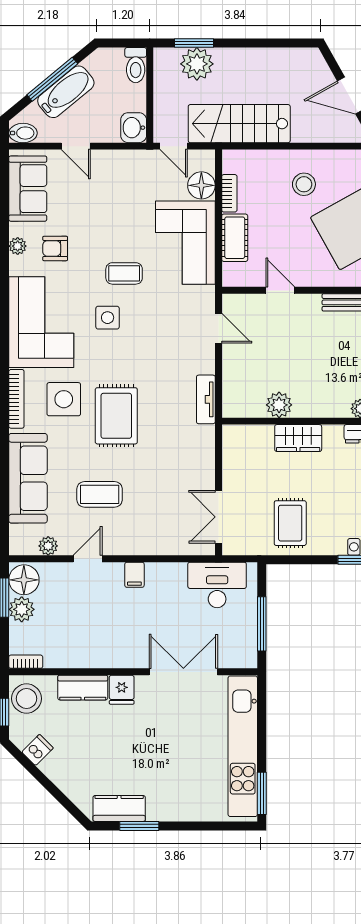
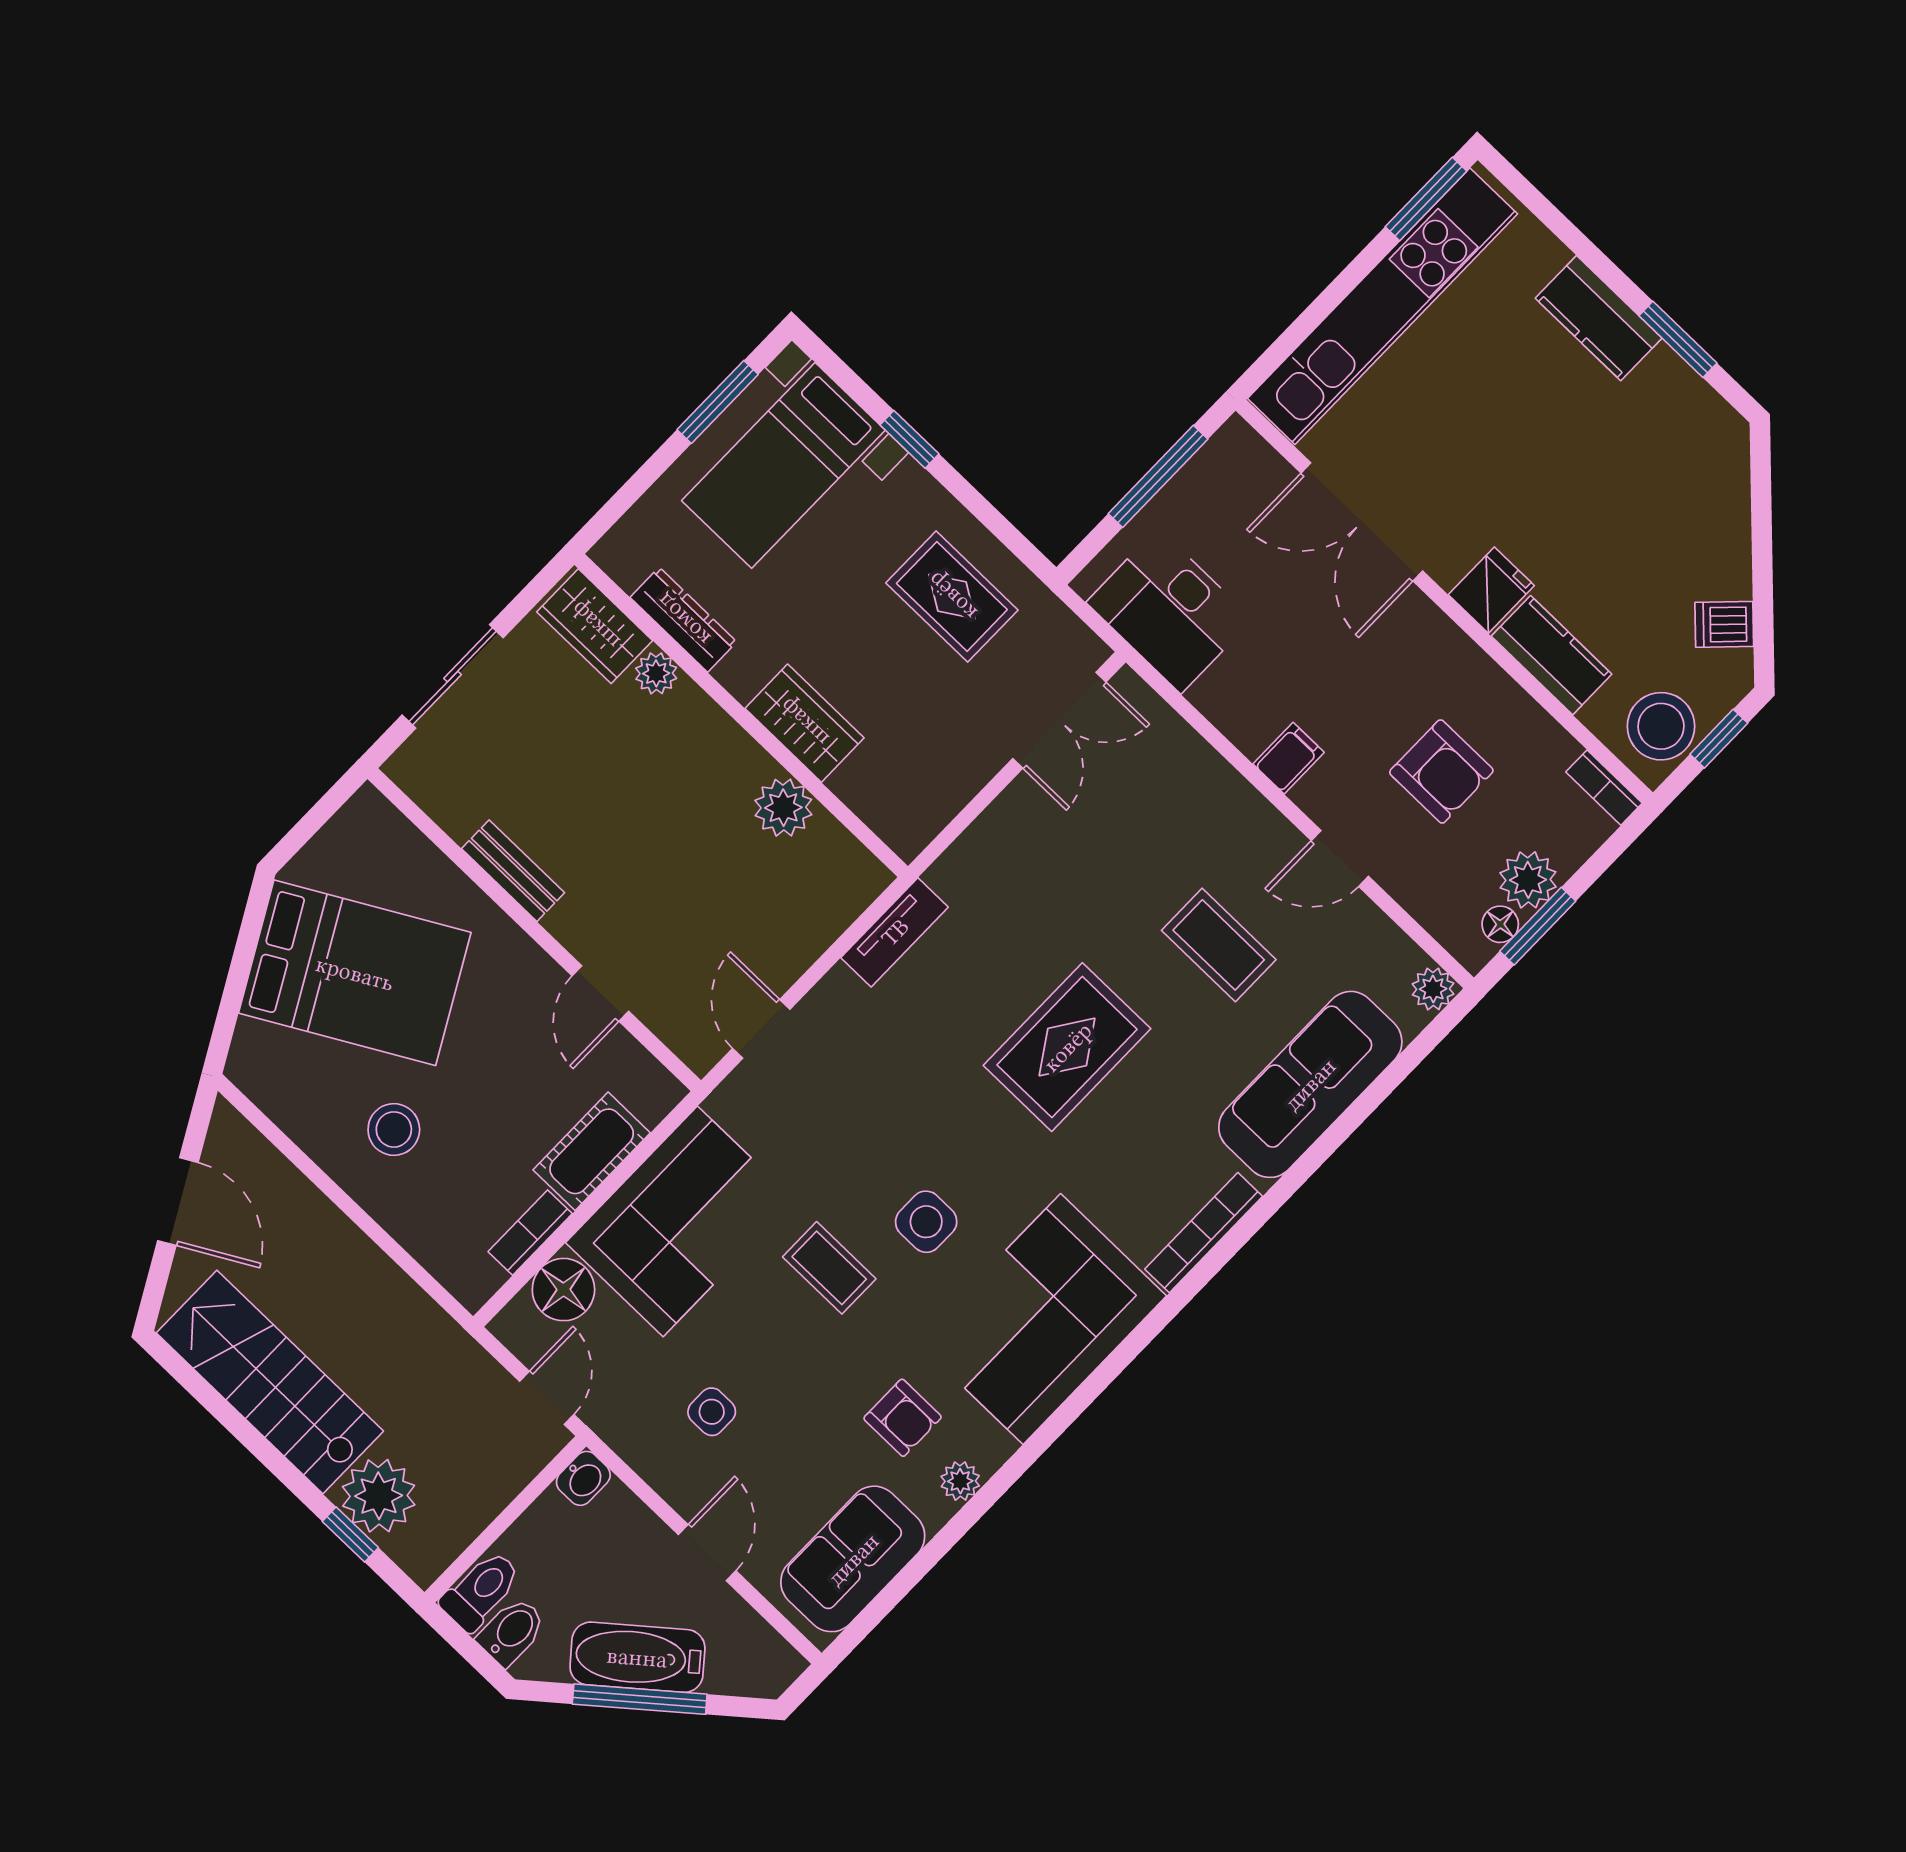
window: (194, 43) -> (350, 1534), width x0.67
stairs: (239, 124) -> (270, 1382), moved, turned 180
washbasin: (134, 128) -> (583, 1478), width x0.72, depth x0.69
bidet: (23, 133) -> (512, 1632), moved, turned 90
side table: (64, 399) -> (712, 1412), moved, width x0.54, depth x0.54
rug: (290, 523) -> (952, 597), turned 90
plant: (48, 546) -> (1433, 989), moved
floor lamp: (24, 580) -> (1500, 924), width x0.53, depth x0.53
armchair: (82, 617) -> (1441, 771), added
kitchen counter: (119, 808) -> (1599, 318), moved

